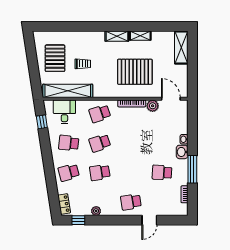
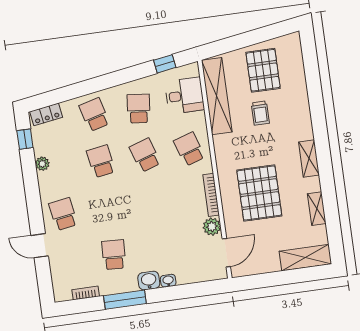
shelving: (140, 36) -> (317, 209), moved
pallet: (55, 58) -> (263, 70), turned 90

